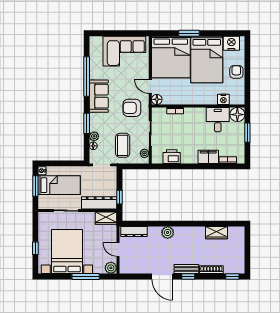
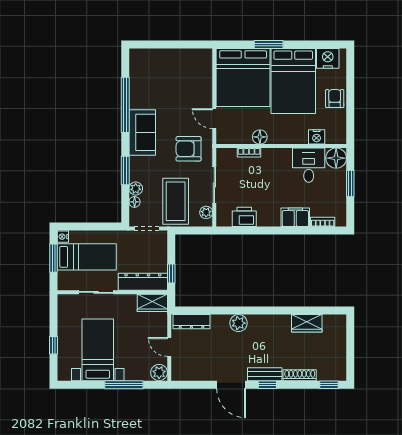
corner sofa: (124, 51) -> (178, 69), removed
floor lamp: (157, 99) -> (260, 137), moved
coffee table: (123, 145) -> (176, 201), width x1.36, depth x1.32
bed with nightstands: (67, 252) -> (98, 350), width x0.73

